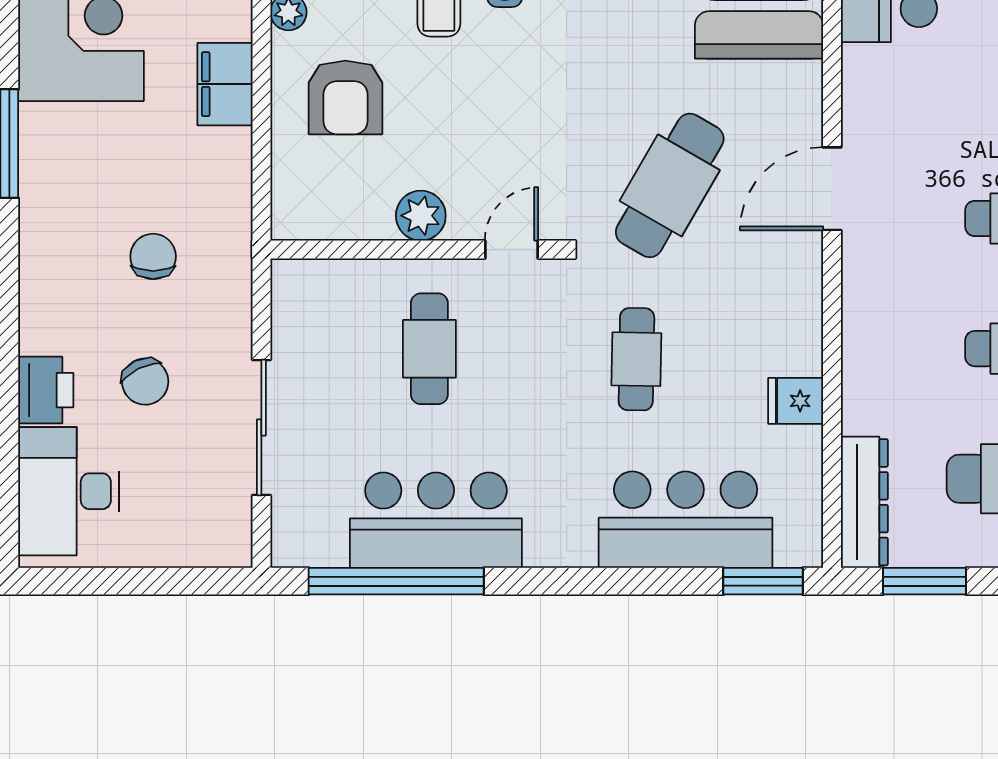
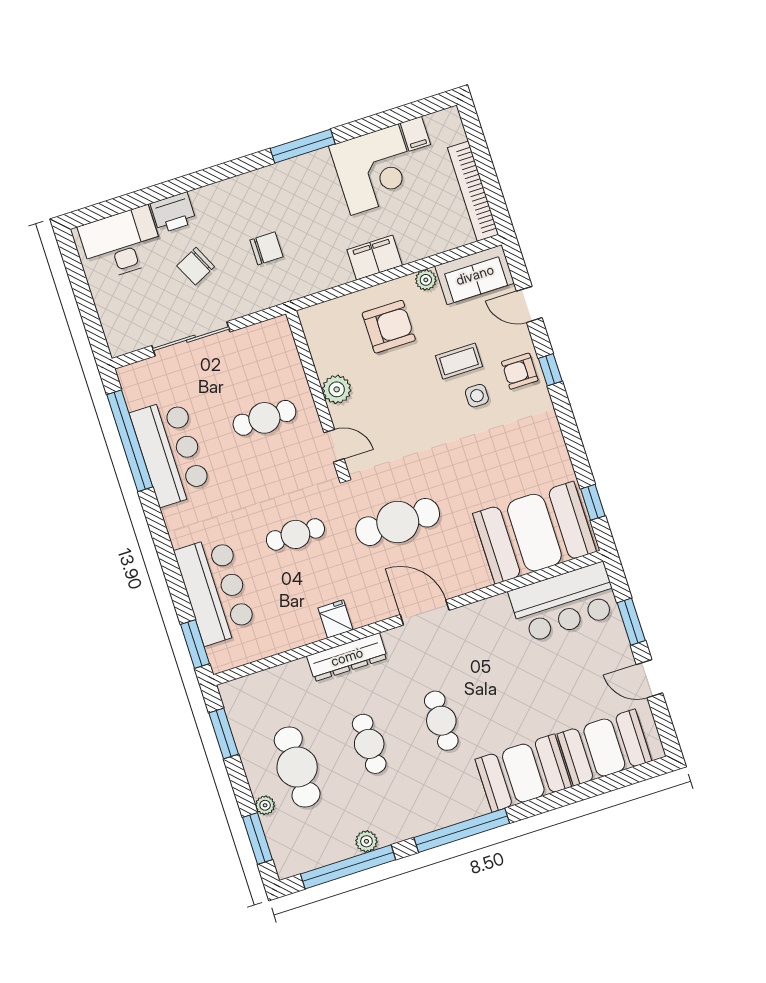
armchair: (345, 97) -> (389, 327), turned 180
cafe table: (670, 185) -> (398, 522), turned -30
fridge: (796, 401) -> (335, 619), moved
dresser: (864, 502) -> (347, 657), moved

